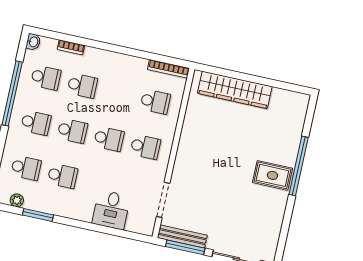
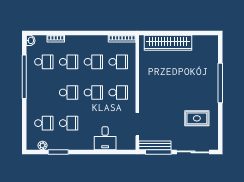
school desk: (36, 123) -> (93, 62), moved
rug: (272, 175) -> (197, 118), moved

